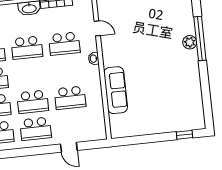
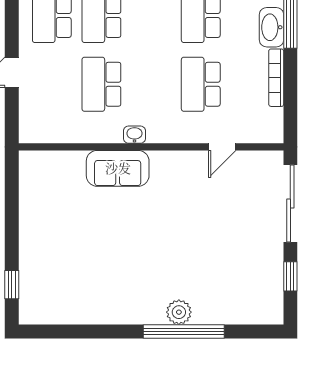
washbasin: (94, 59) -> (134, 135), moved
sofa: (116, 90) -> (118, 168), width x0.73

